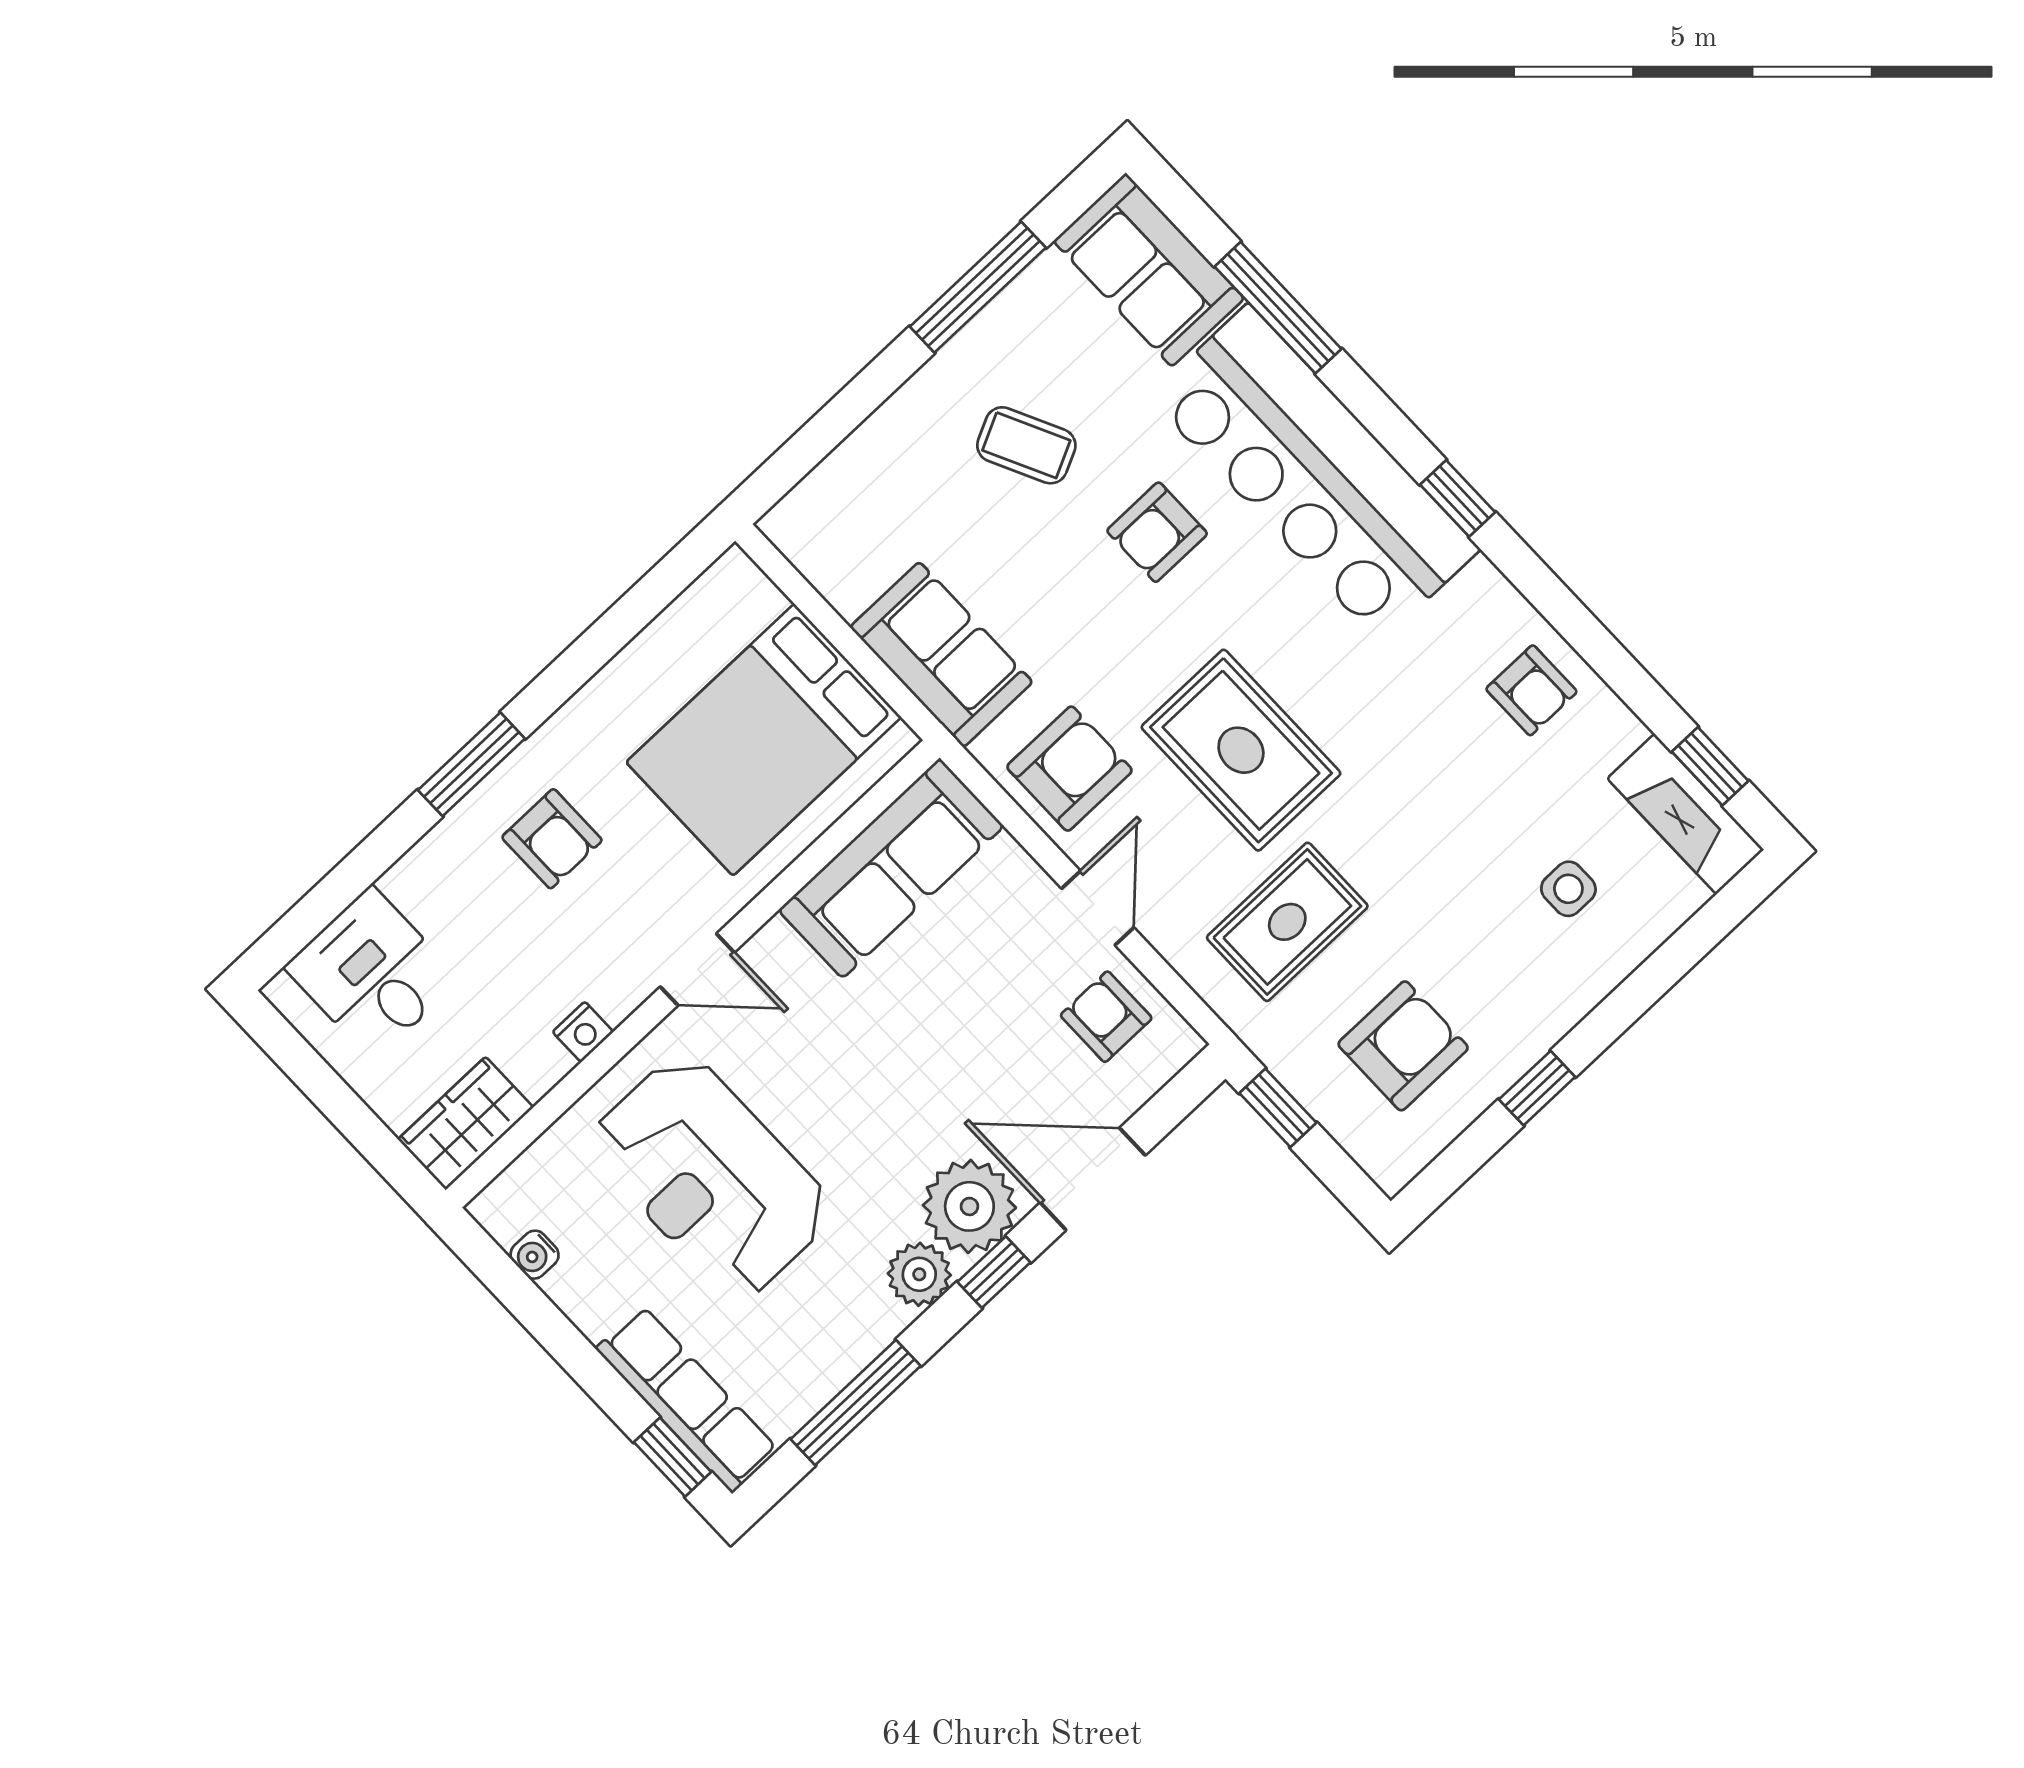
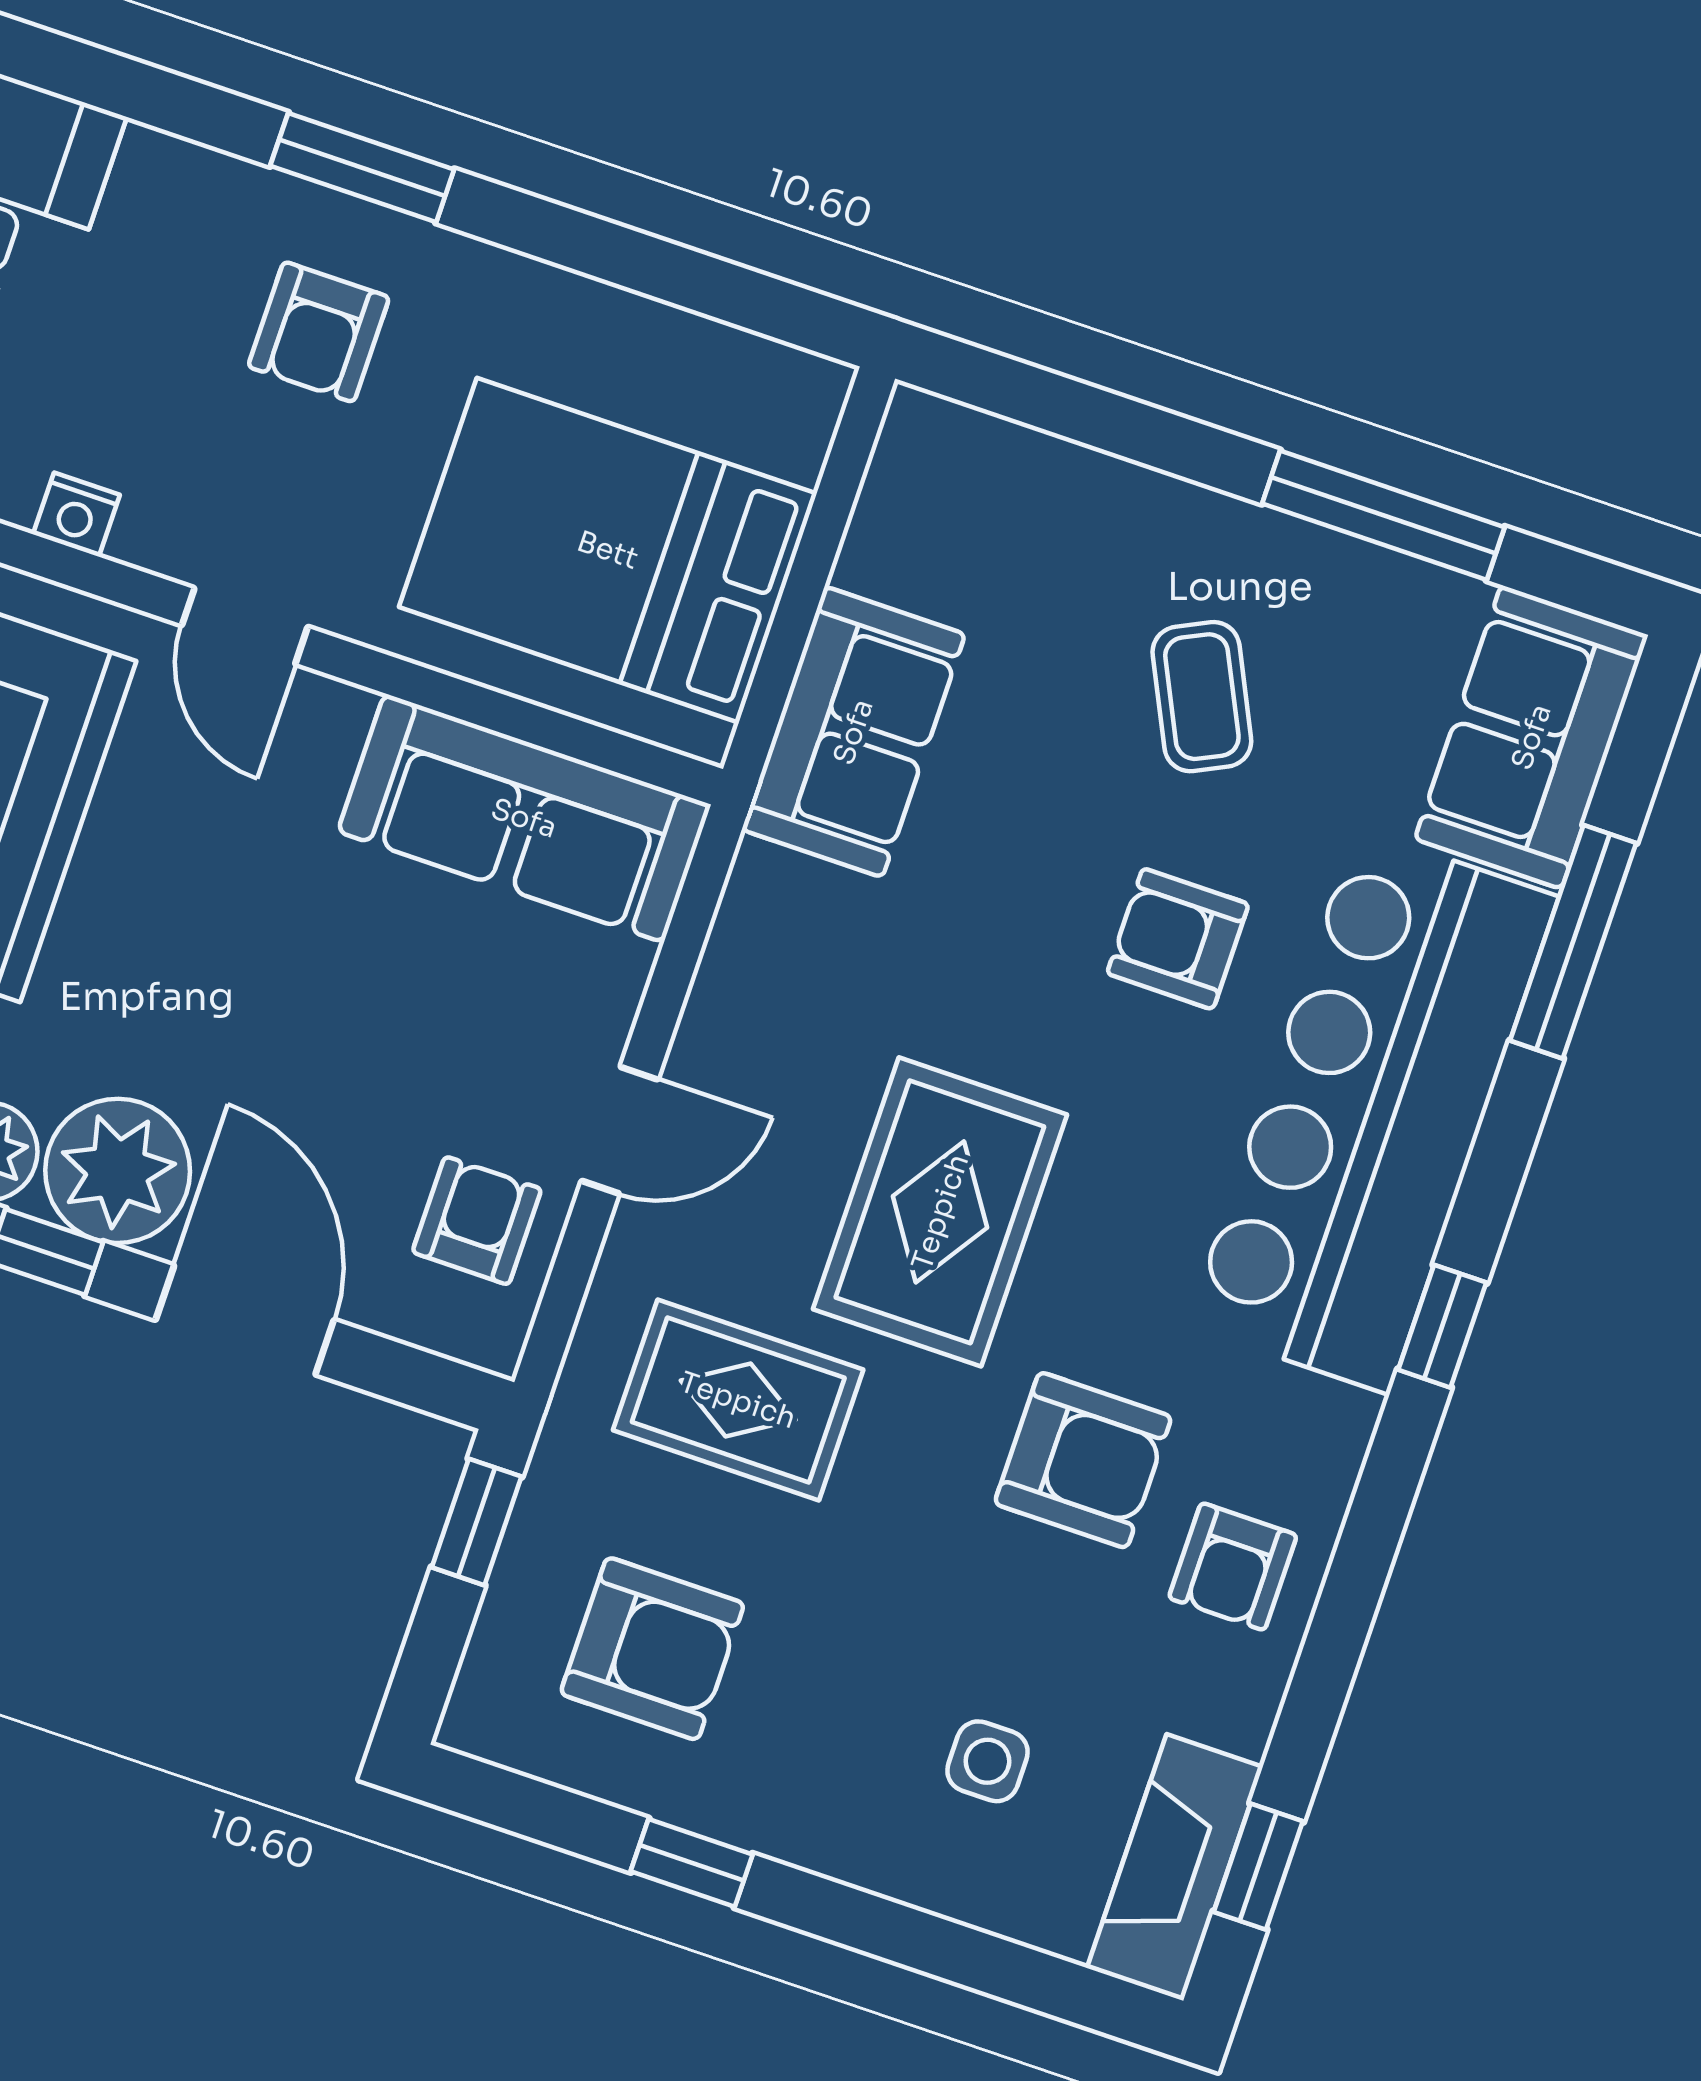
armchair: (1069, 769) -> (1083, 1460), moved

